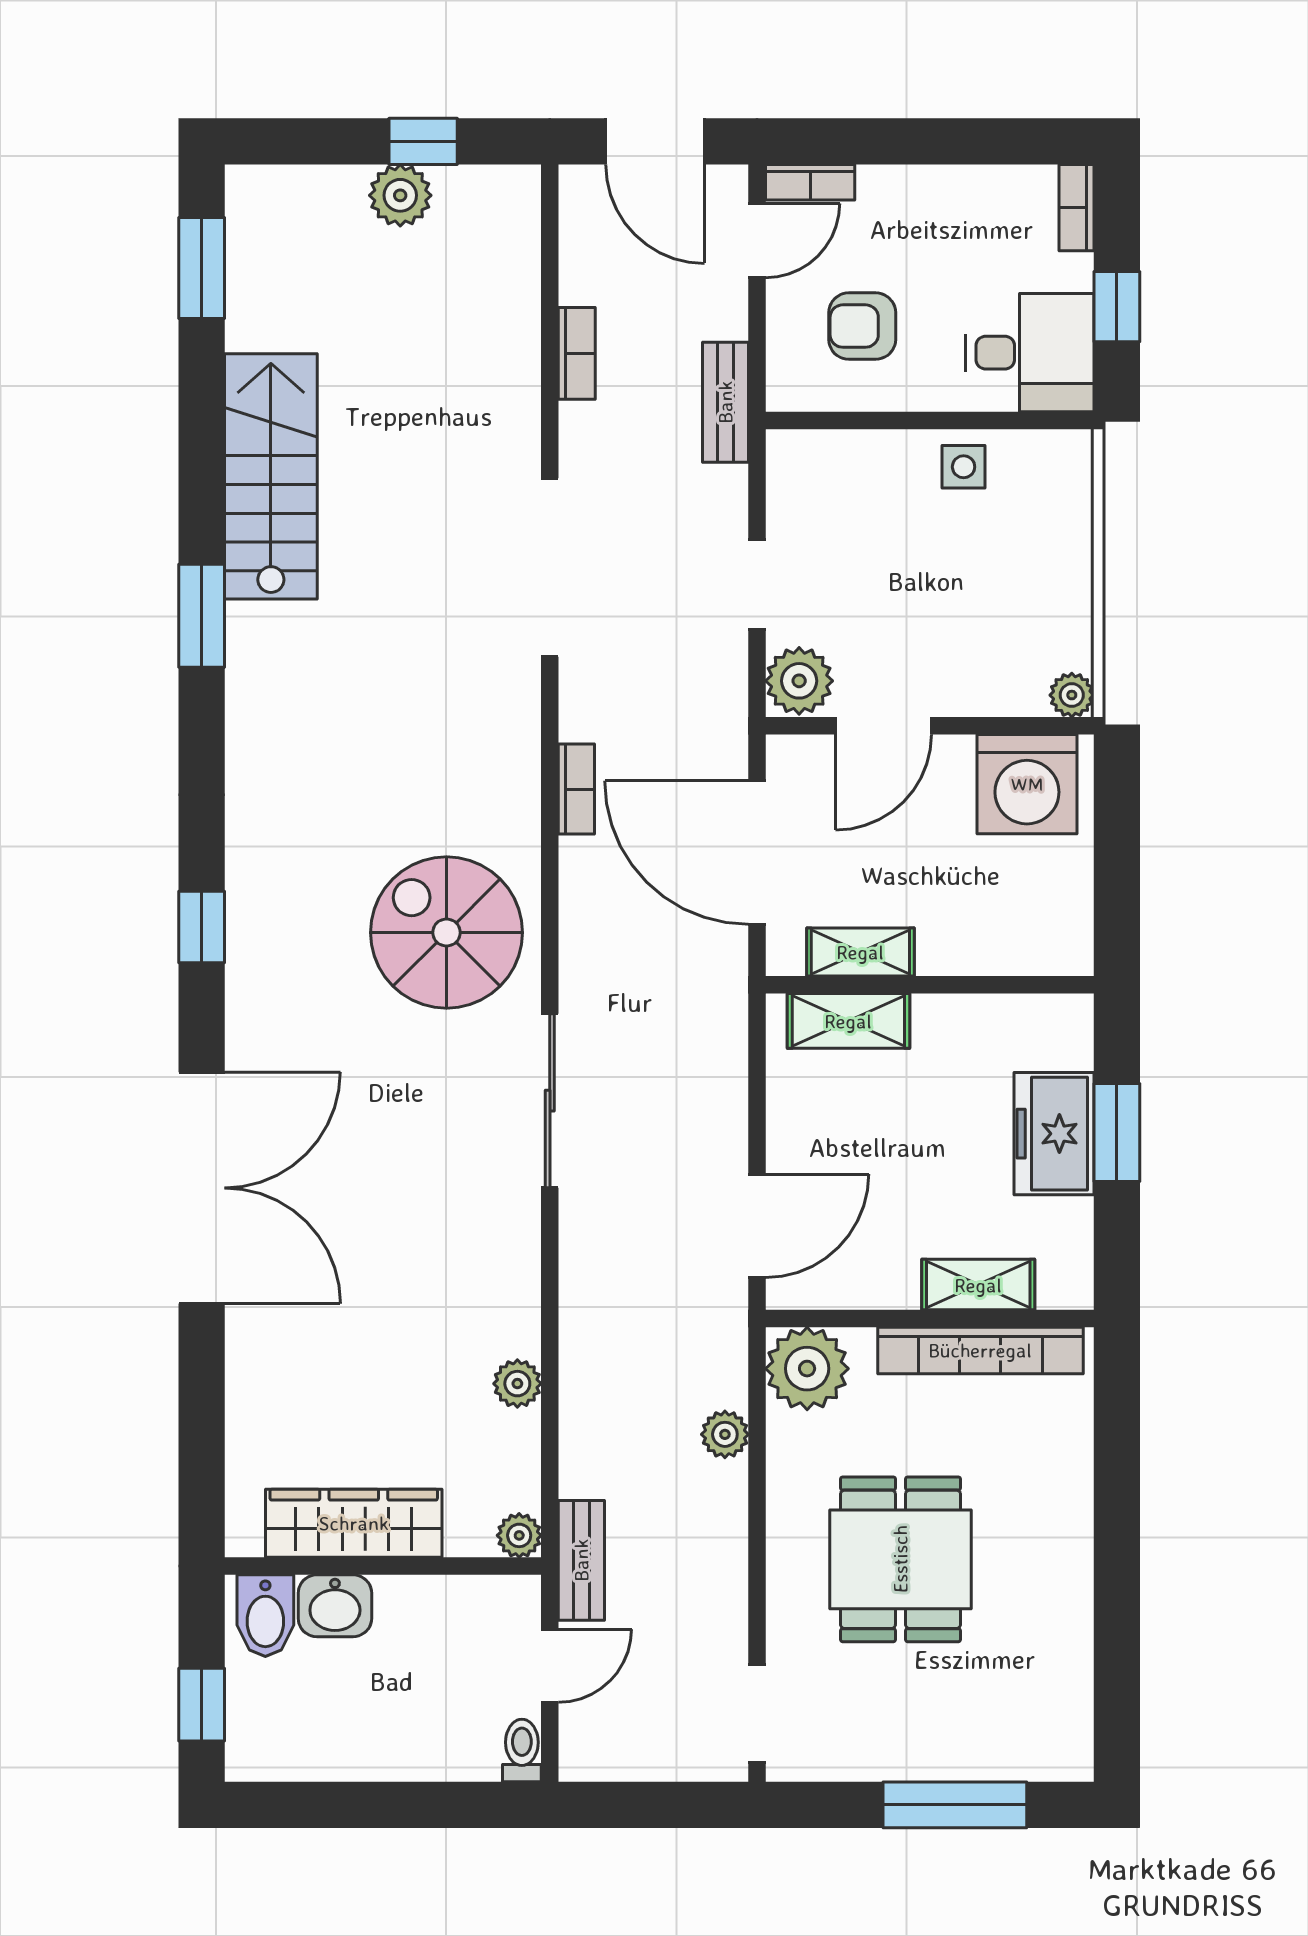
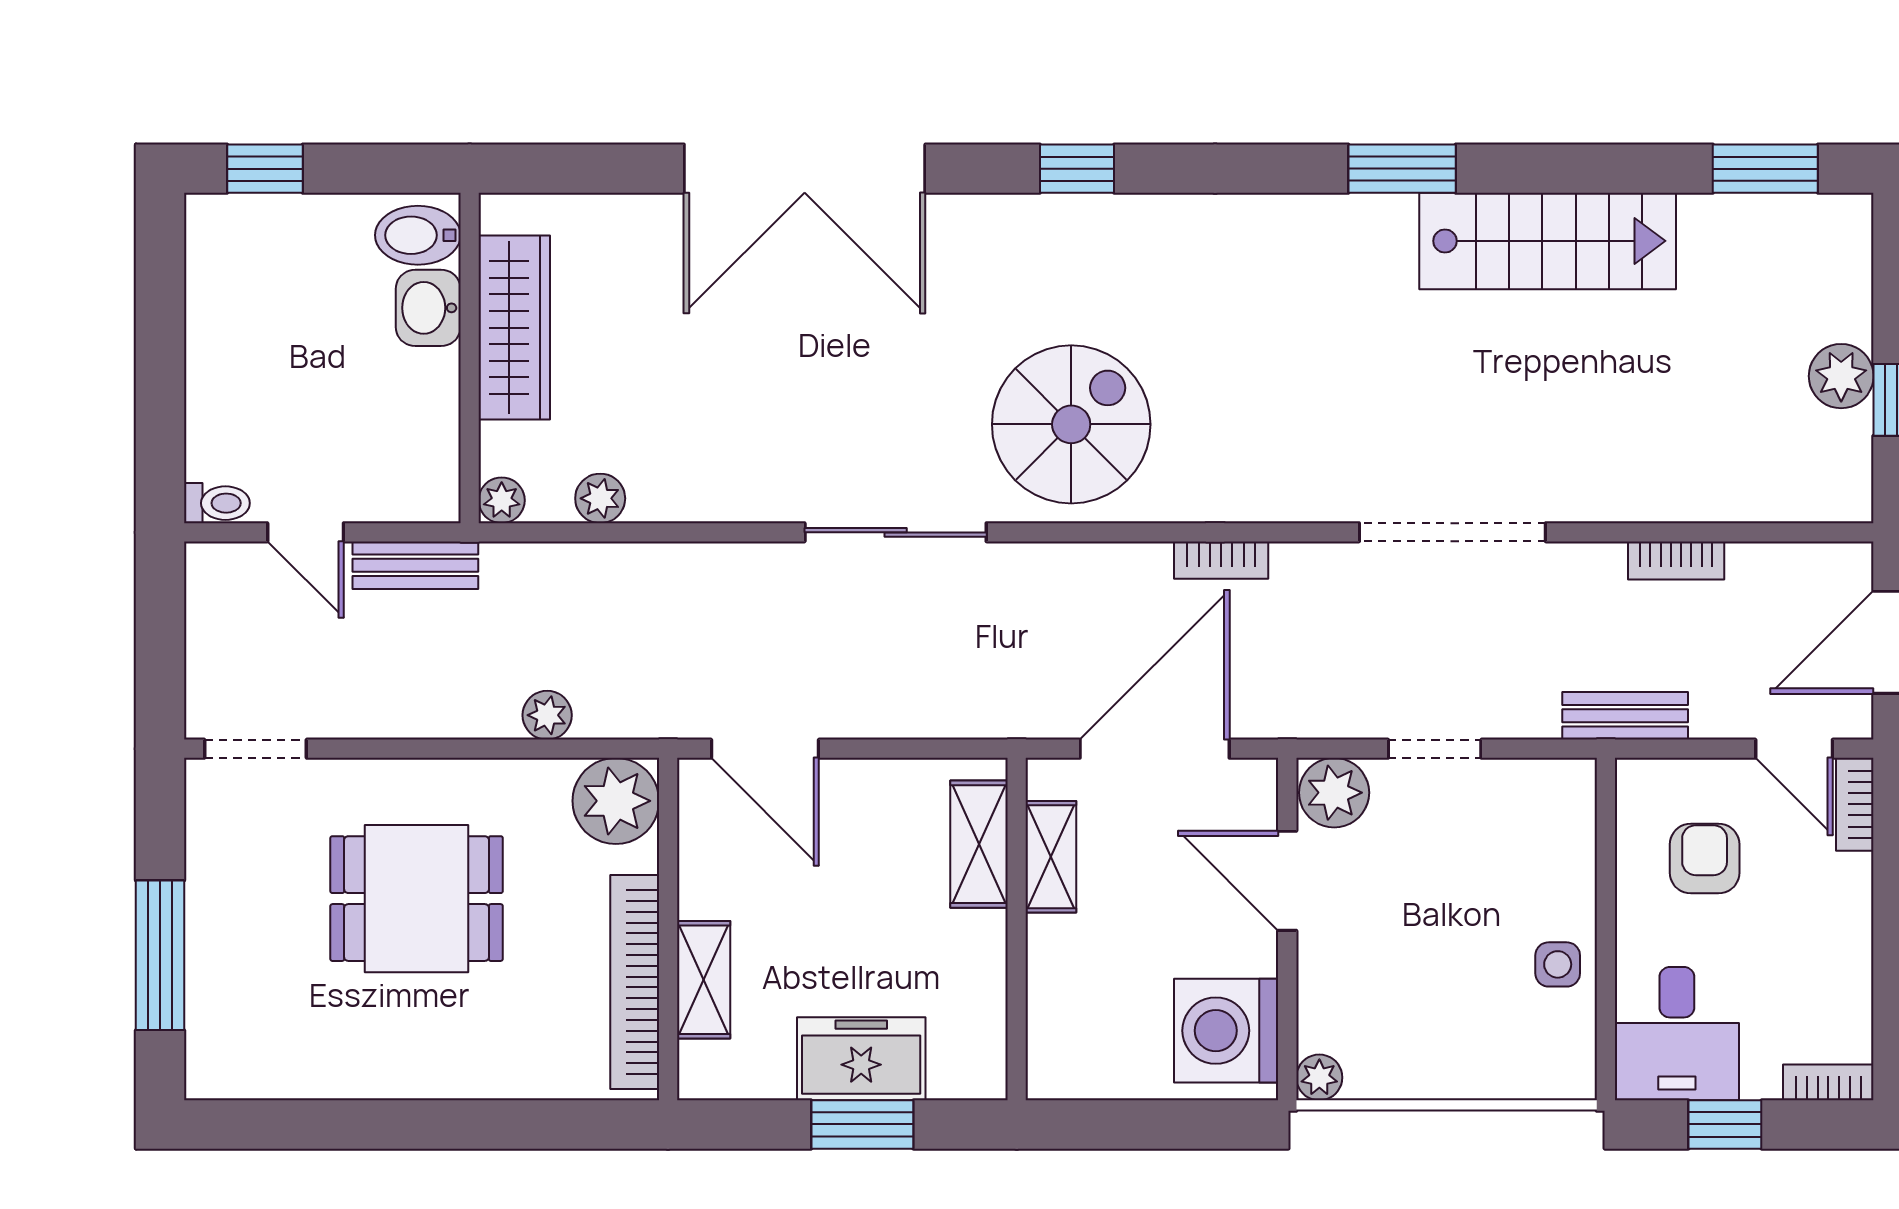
wardrobe: (354, 1523) -> (514, 328), moved
plant: (519, 1535) -> (502, 500), moved
wall: (383, 1566) -> (470, 358), moved
washbasin: (335, 1606) -> (428, 308), moved
bidet: (265, 1616) -> (418, 235), moved

